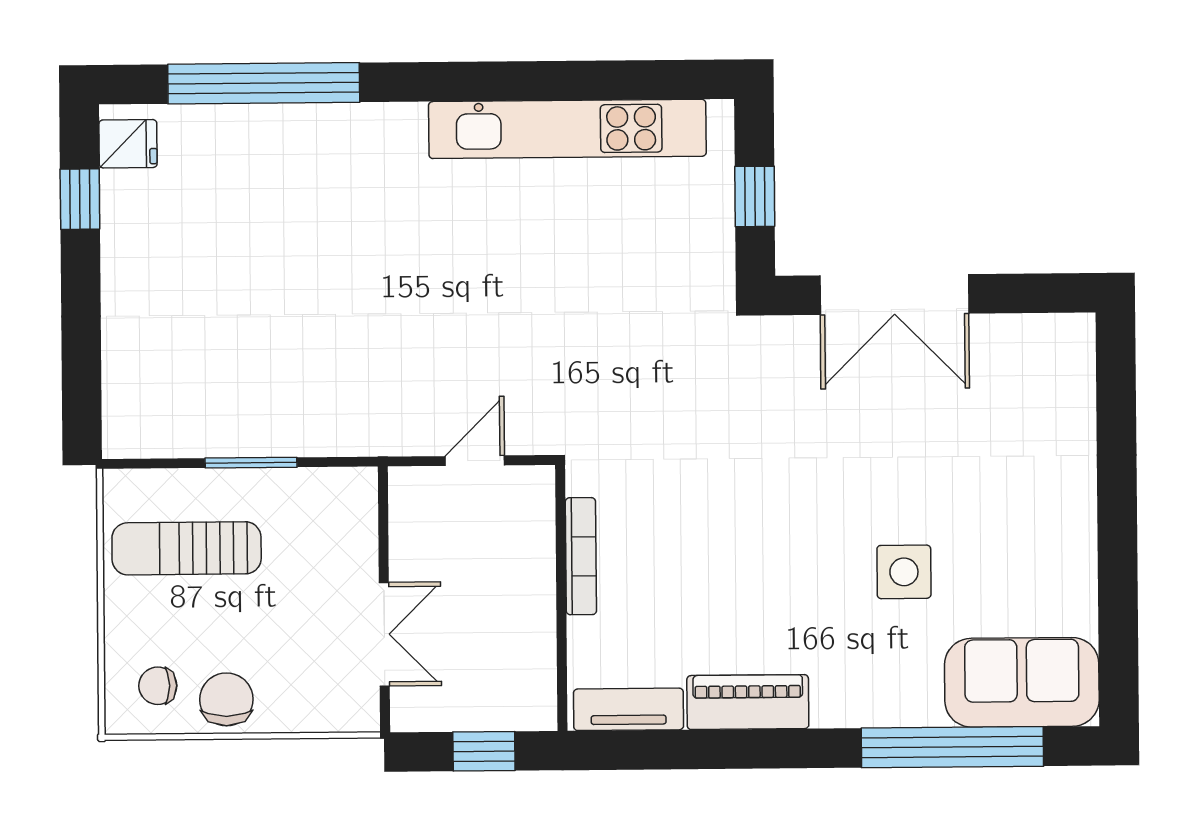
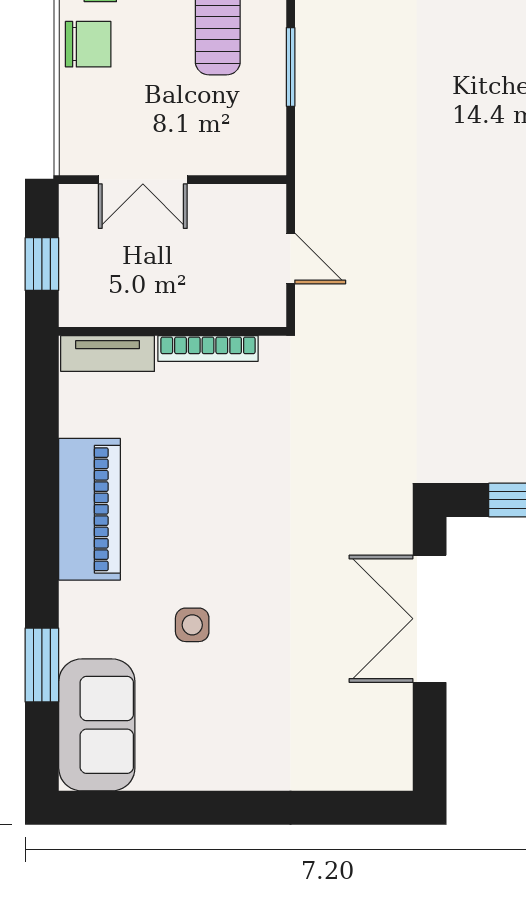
side table: (904, 572) -> (192, 625), width x0.73, depth x0.73
piano: (748, 702) -> (90, 509), width x1.37, depth x1.33
tv unit: (629, 709) -> (108, 354), moved, turned 90
window: (952, 747) -> (42, 665), width x0.47

